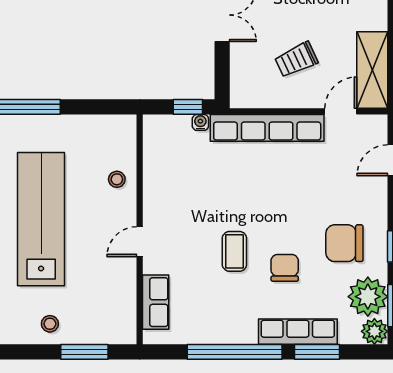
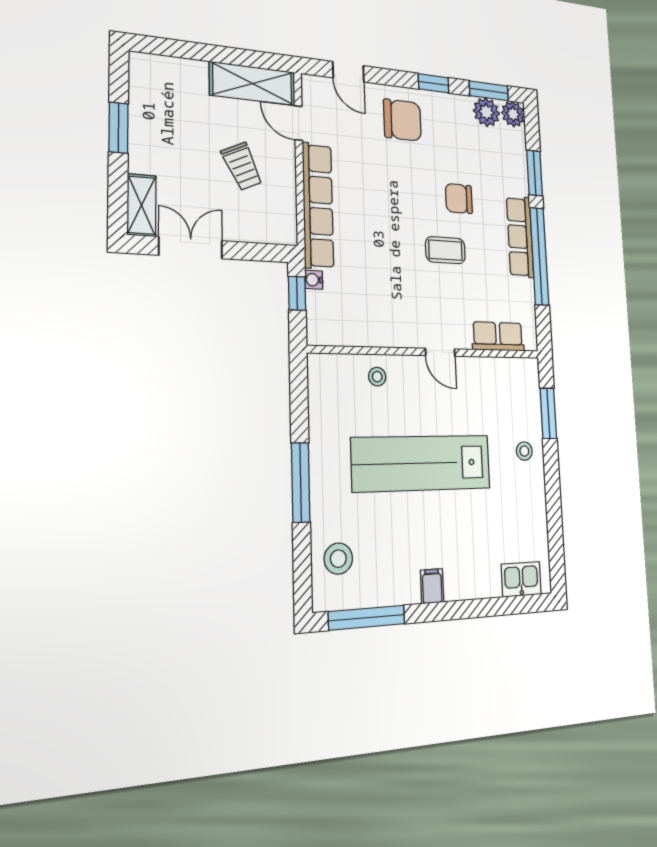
chair: (344, 243) -> (402, 120), moved, turned -90
plant: (368, 297) -> (486, 112), width x0.73, depth x0.73
row of seats: (298, 332) -> (520, 237), moved

